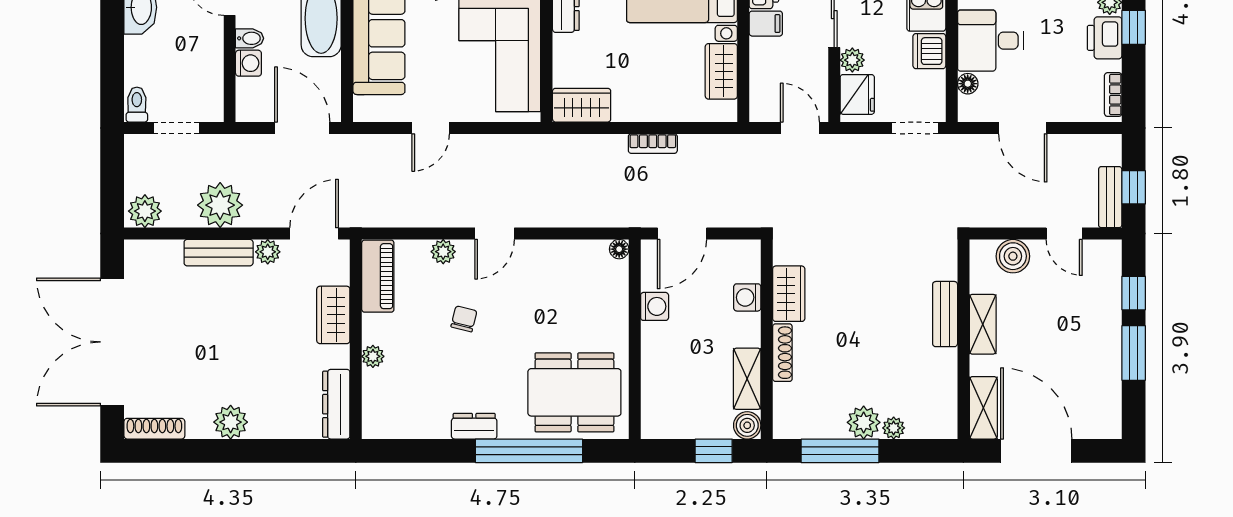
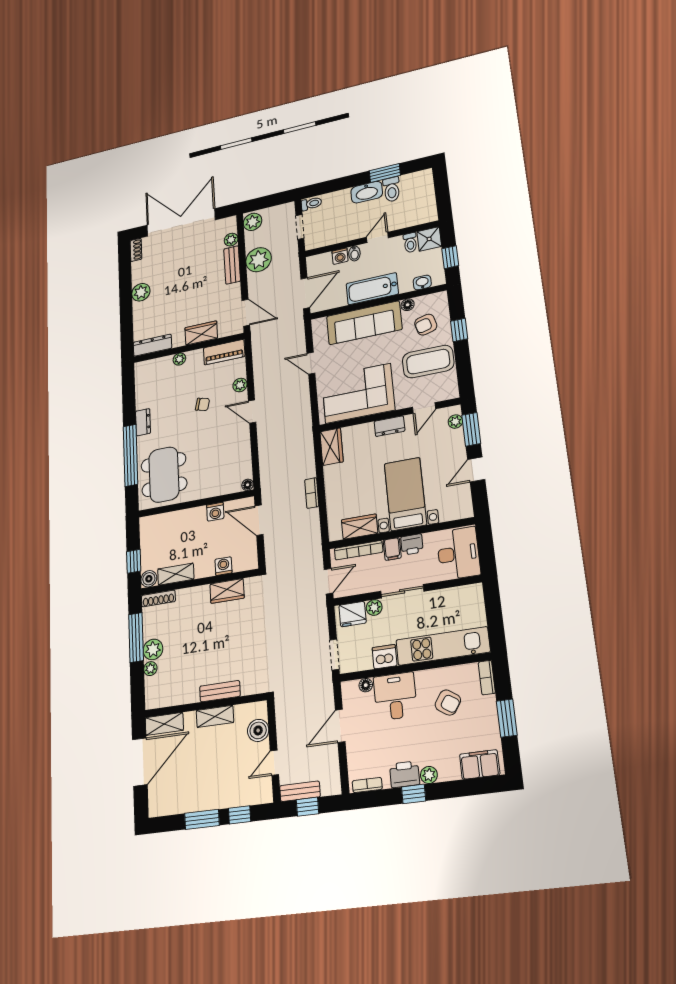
bookcase: (759, 76) -> (359, 550), added
plant: (268, 252) -> (231, 240), moved
shoe rack: (782, 353) -> (158, 598), moved
shoe rack: (154, 429) -> (136, 250), width x0.70

